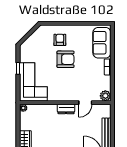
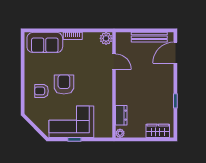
corner sofa: (33, 82) -> (71, 122), moved
dresser: (66, 109) -> (121, 115), moved

